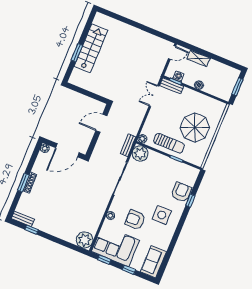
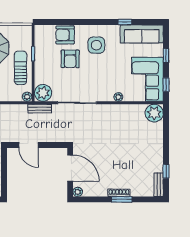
window: (190, 201) -> (125, 22), moved
armchair: (135, 220) -> (70, 59), moved
sofa: (154, 262) -> (142, 34), width x1.36

